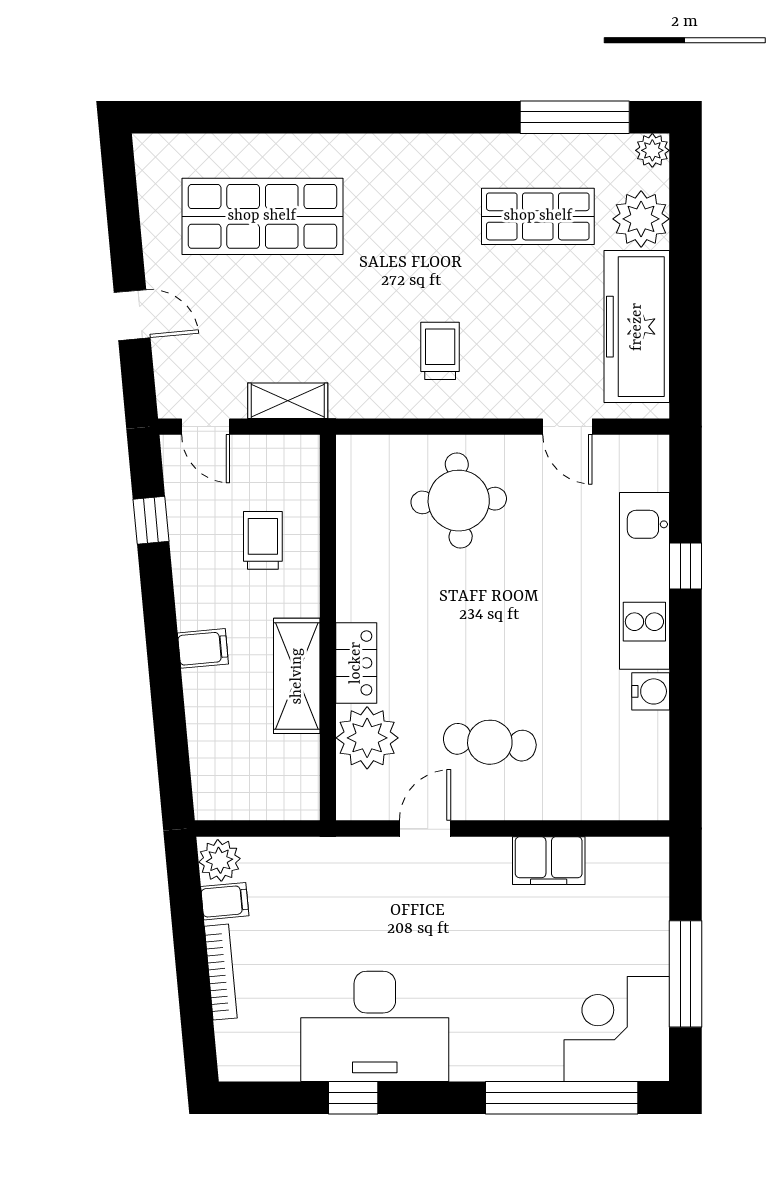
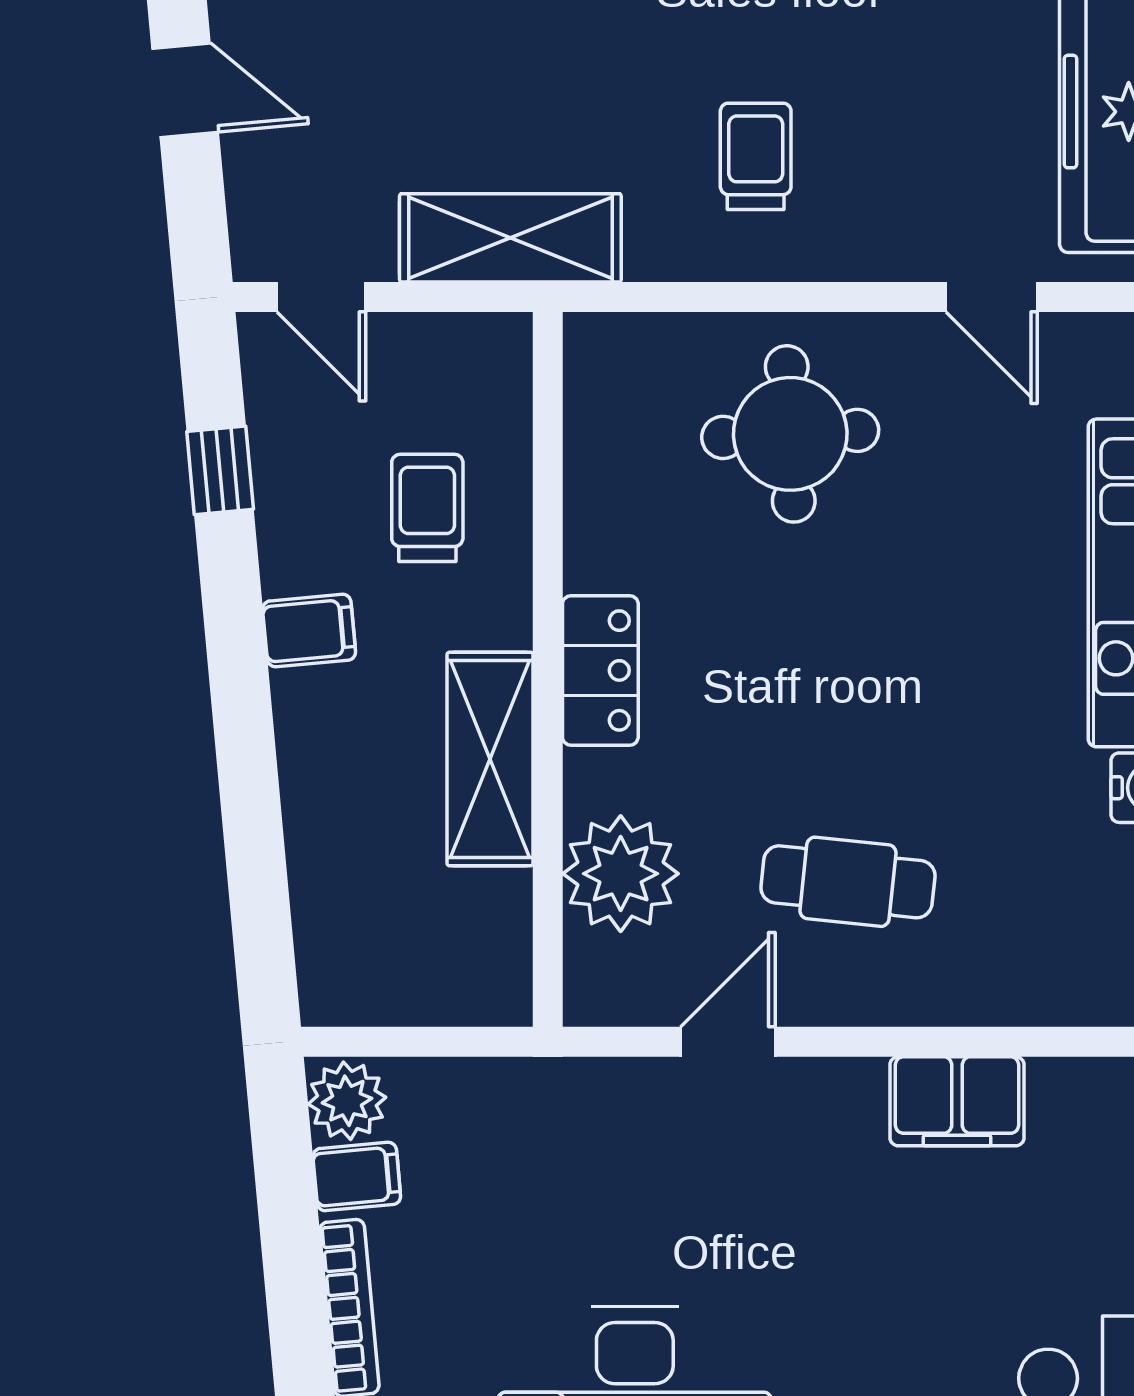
shelving: (288, 401) -> (510, 238), width x1.50, depth x1.33
filing cabinet: (203, 648) -> (309, 631), moved
locker: (356, 663) -> (600, 670), moved

